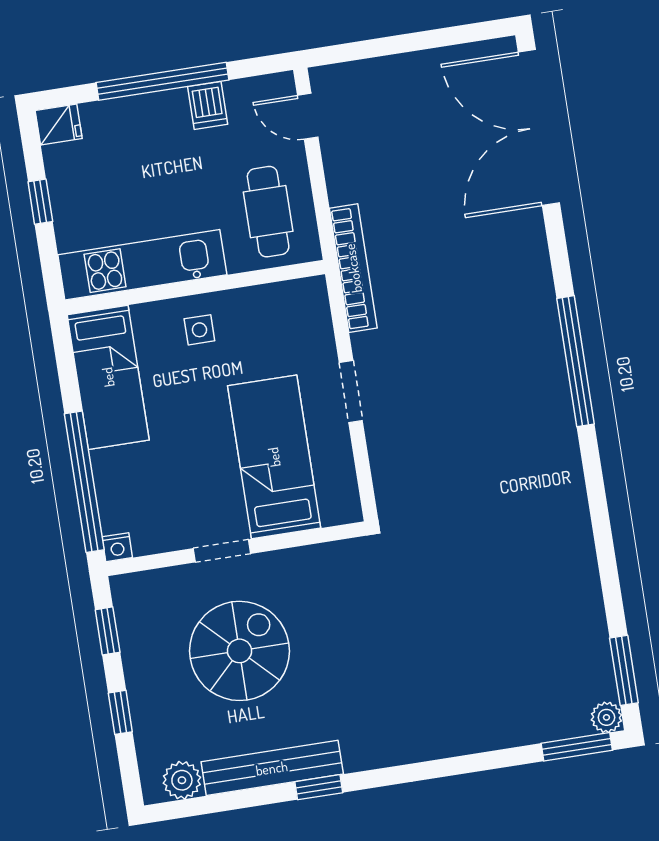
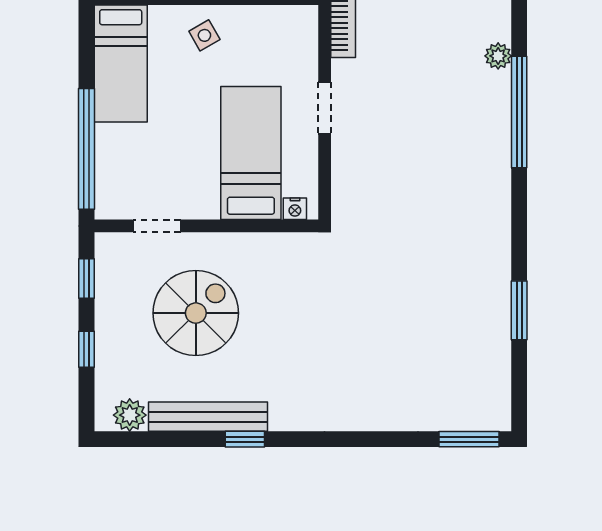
side table: (199, 330) -> (204, 35), turned -30
nightstand: (117, 547) -> (295, 209), moved
doorway: (222, 551) -> (157, 226), moved
window: (624, 670) -> (519, 310), moved
plant: (606, 717) -> (498, 56), moved

